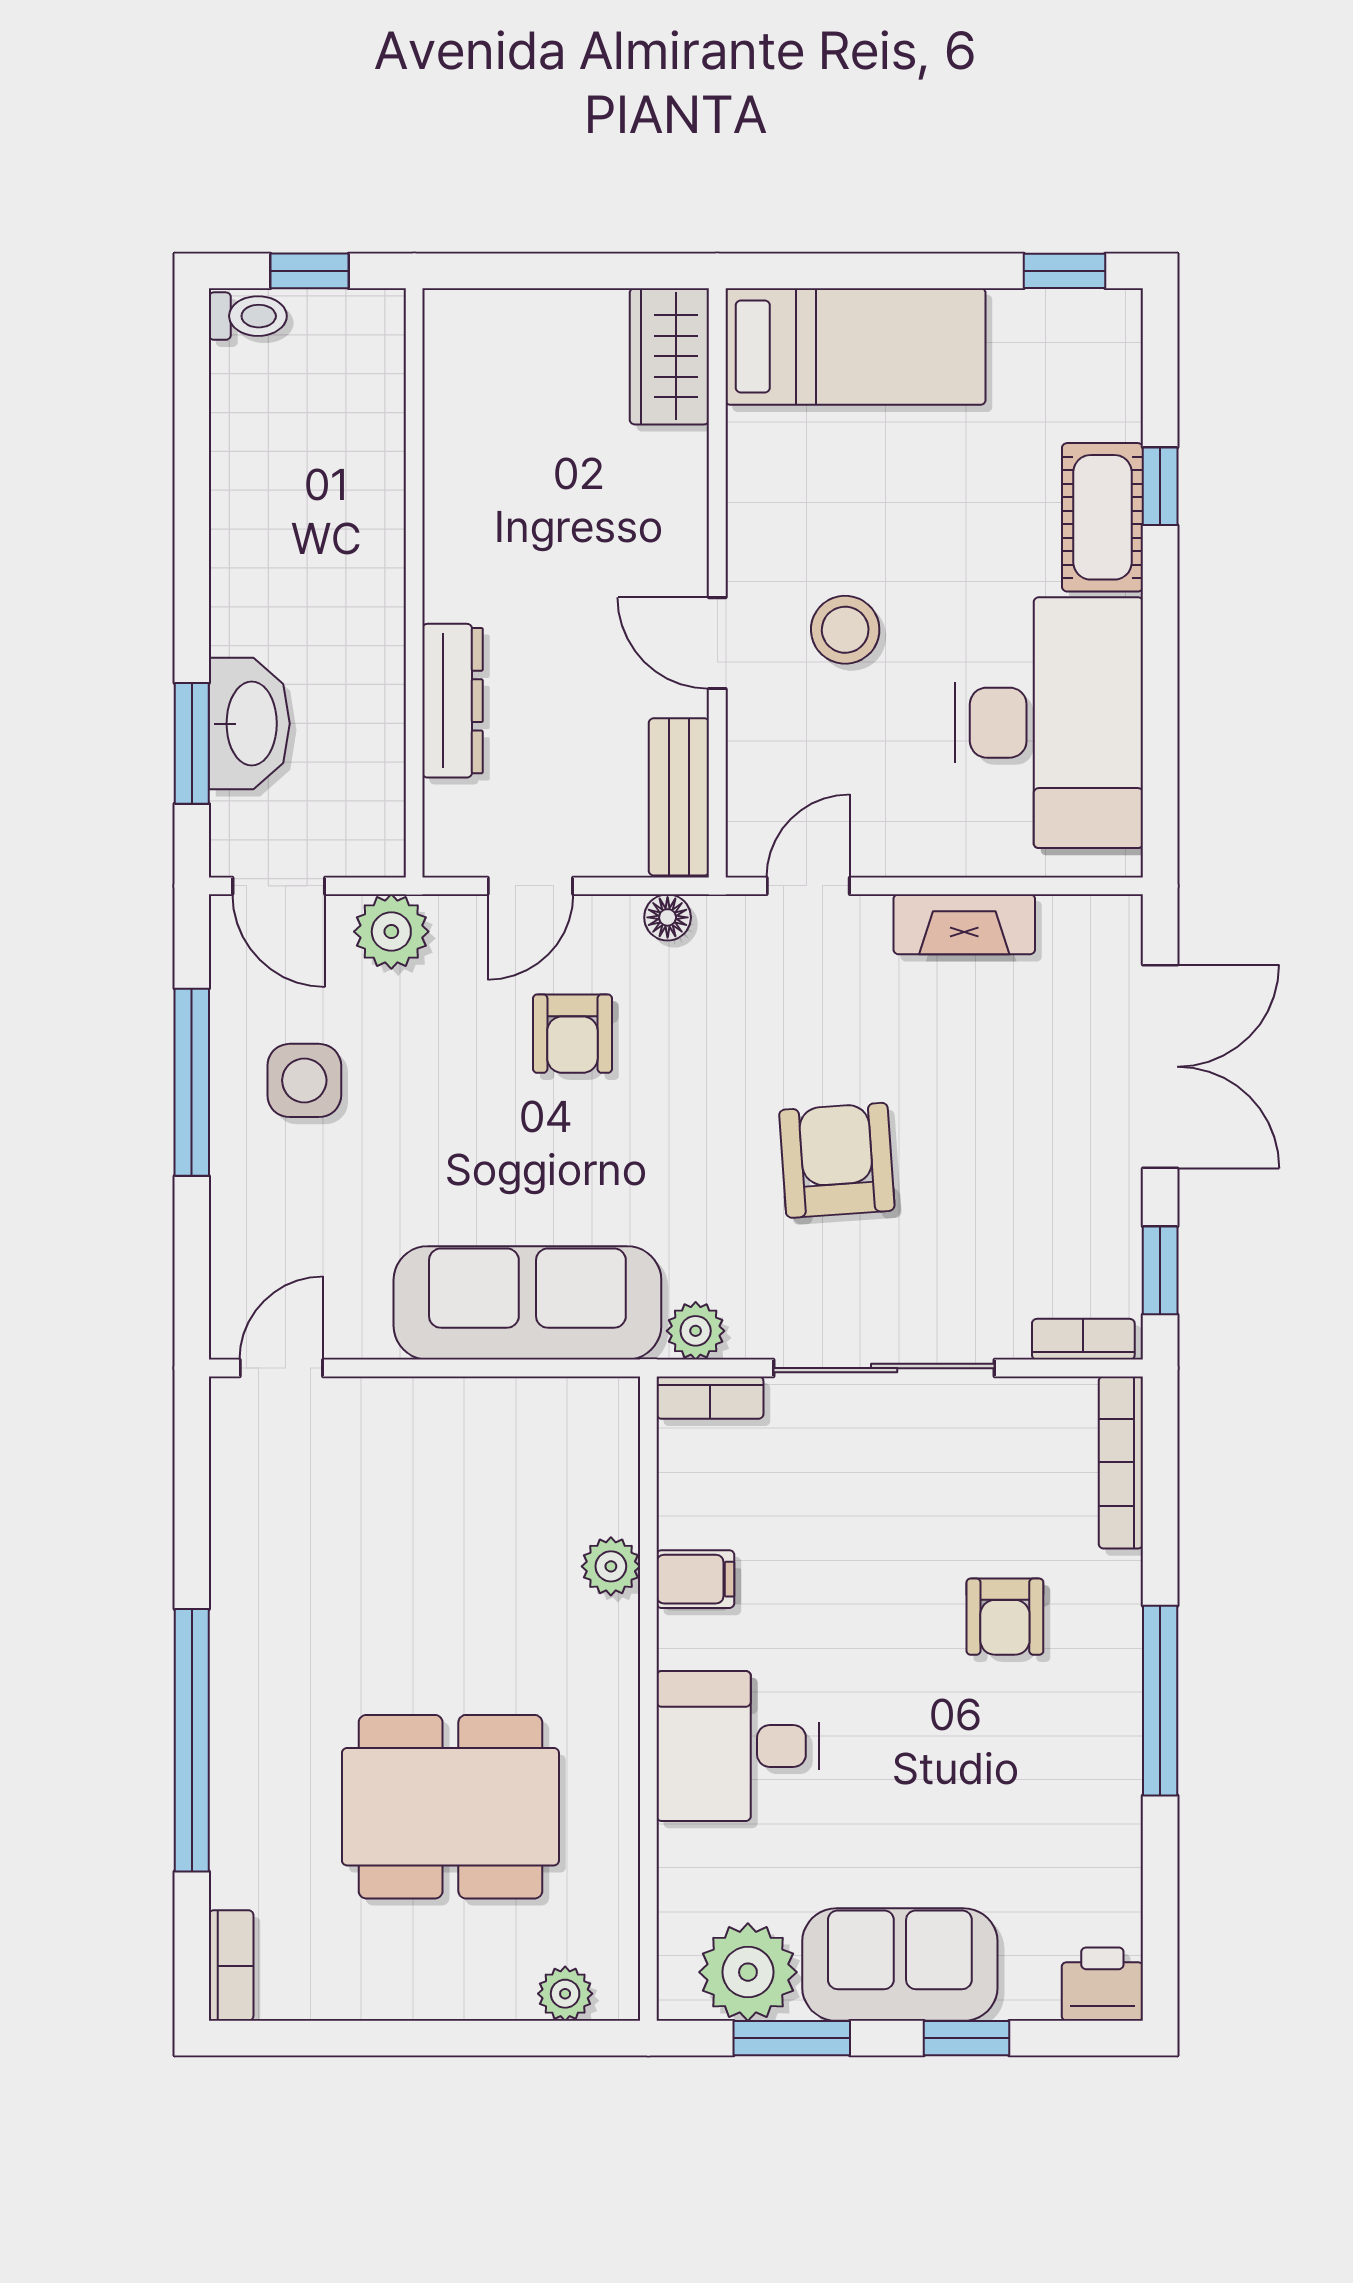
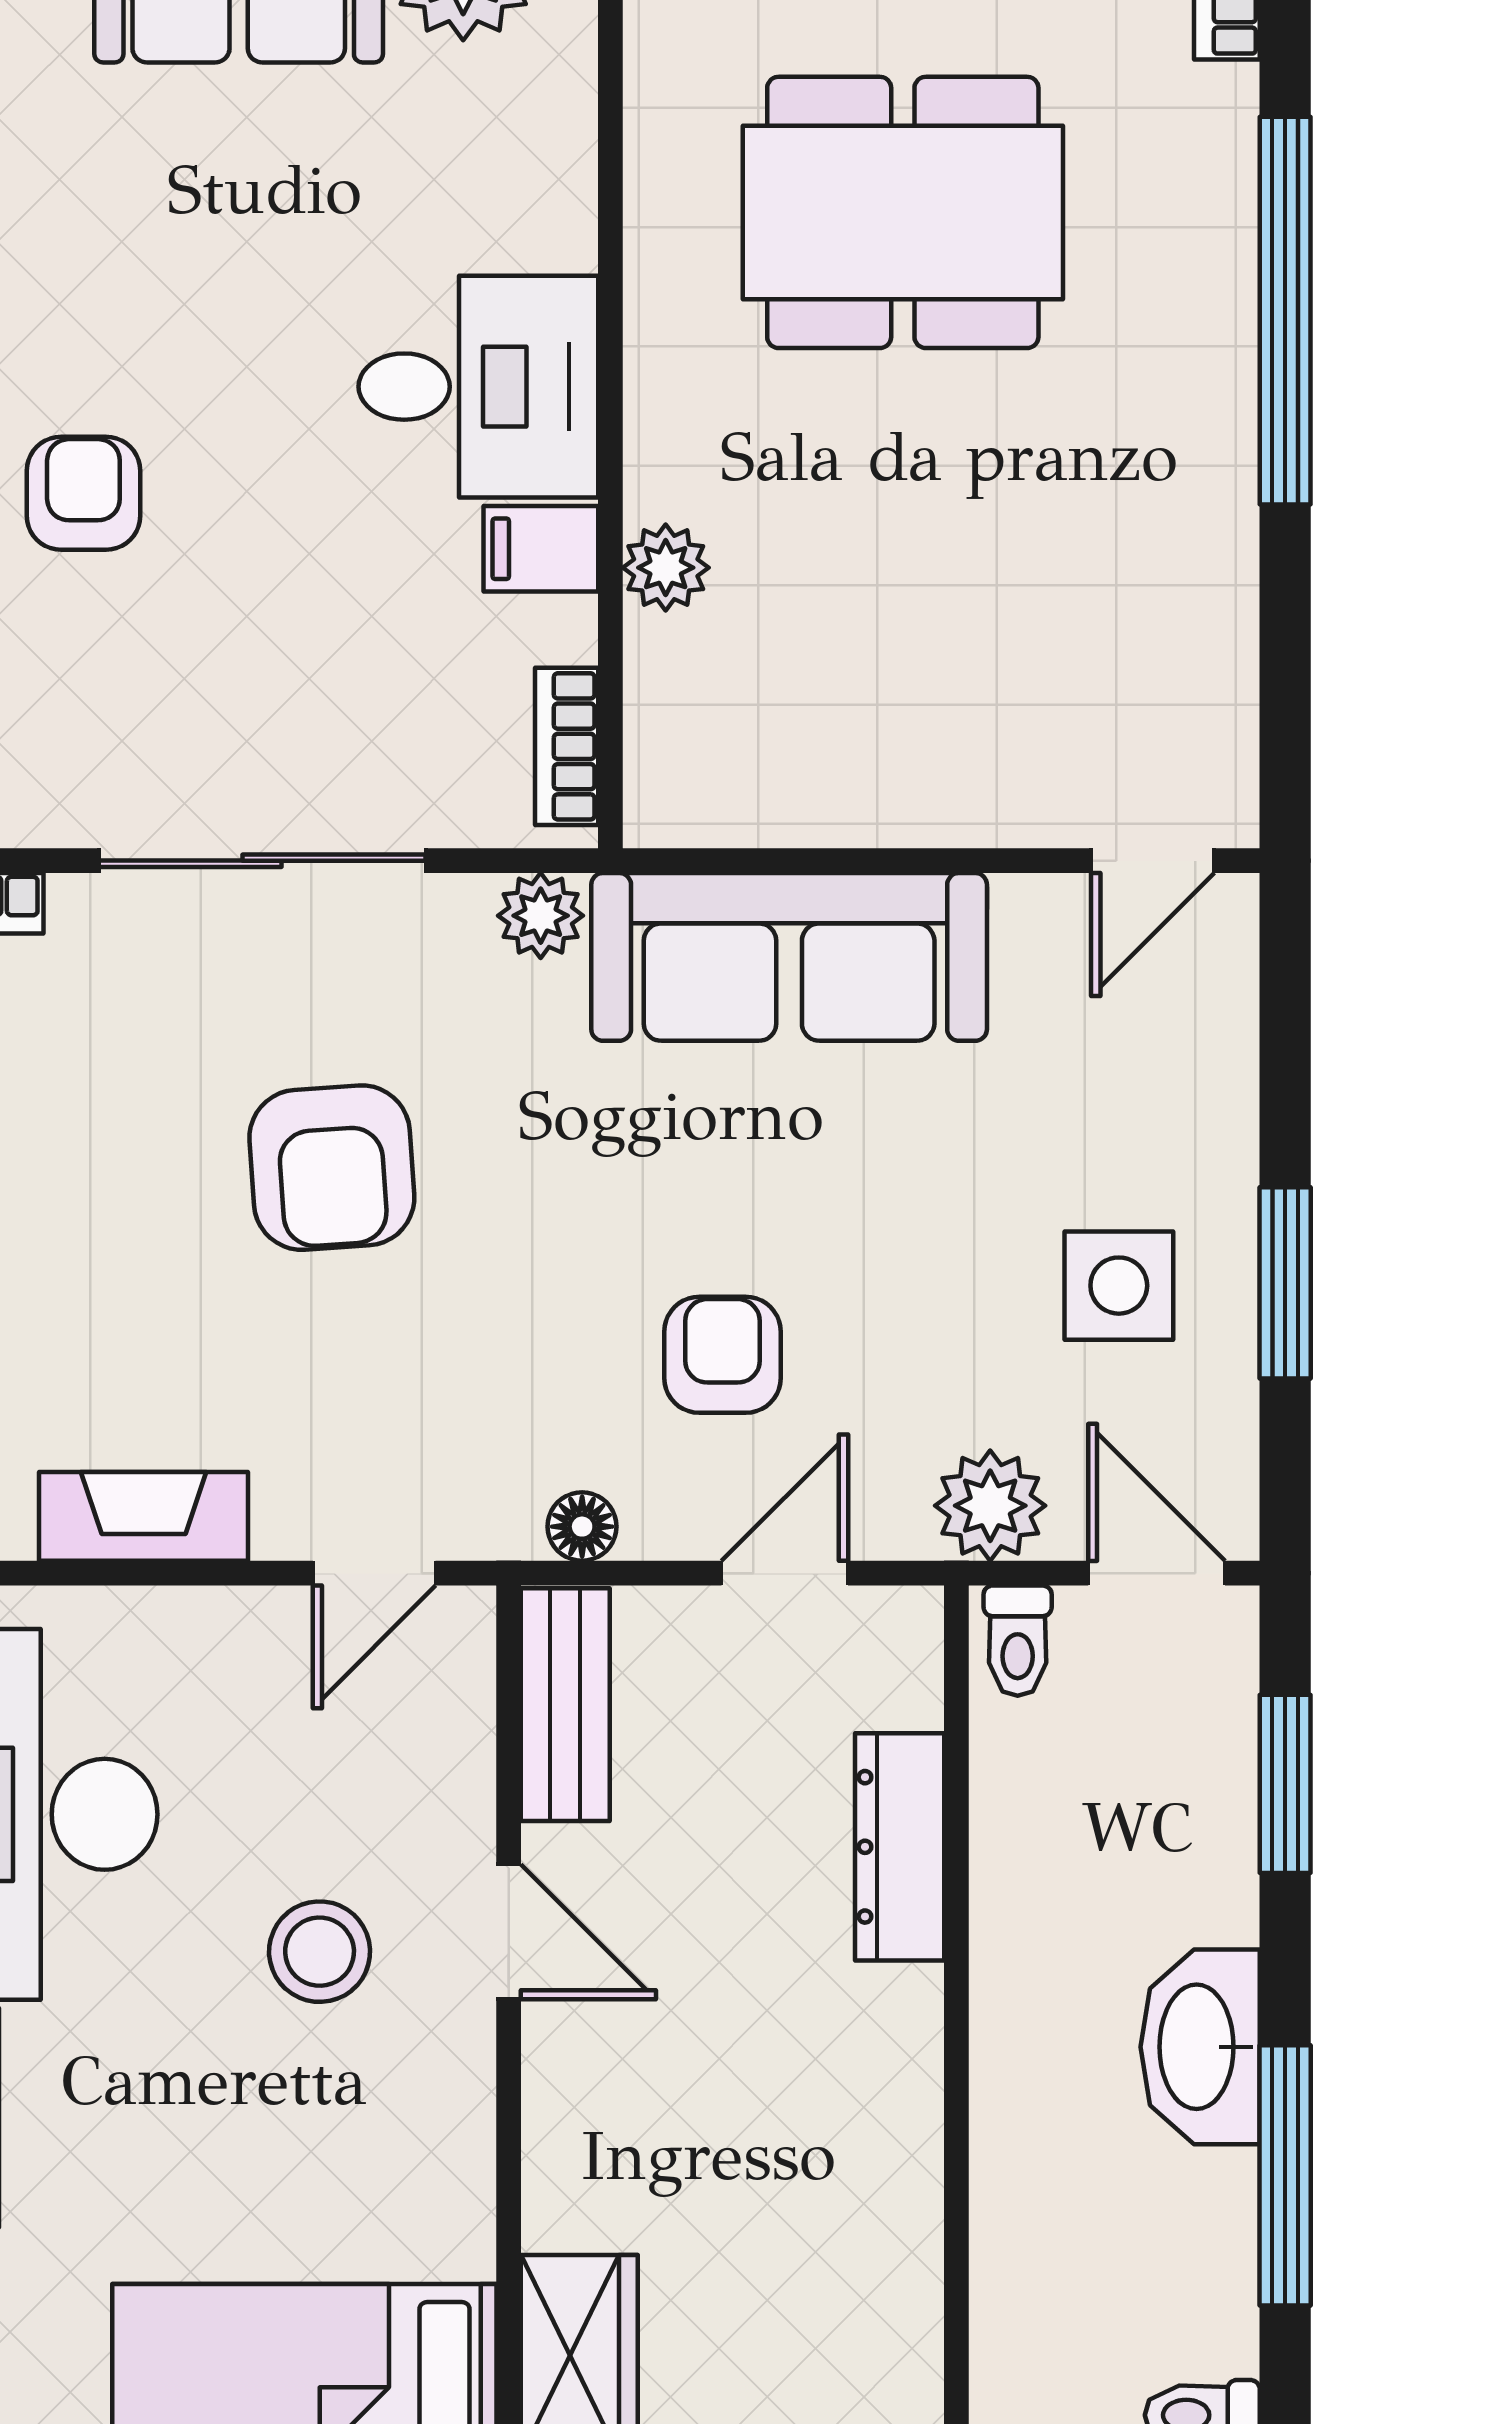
window: (192, 478) -> (1285, 2175), added
washbasin: (249, 724) -> (1200, 2047), moved
toilet: (373, 840) -> (1018, 1641), added
window: (192, 1082) -> (1285, 1283), width x0.69
bookcase: (710, 1398) -> (567, 746), moved, turned -90
desk: (738, 1746) -> (478, 387), moved

